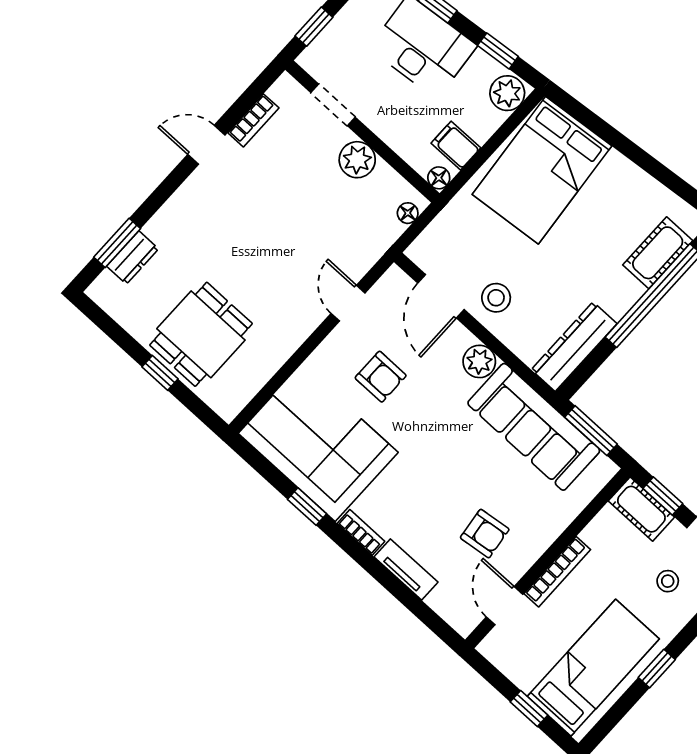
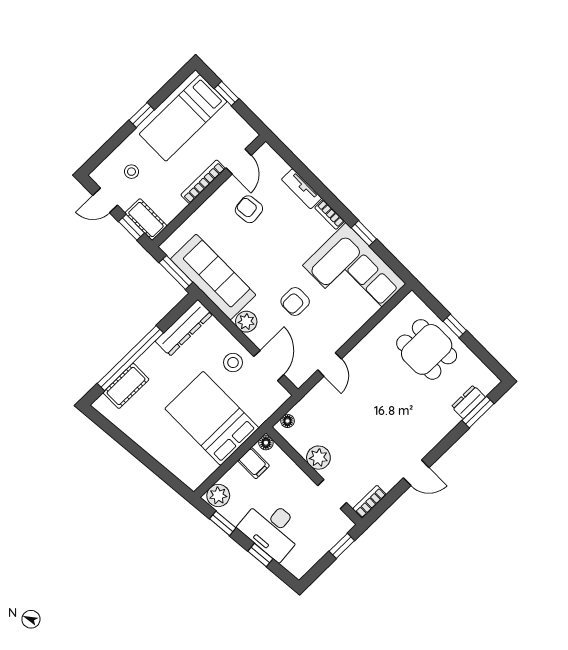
bookcase: (253, 120) -> (370, 502), moved
bed: (542, 170) -> (212, 418), moved, turned -85
dining table: (201, 334) -> (427, 349), turned 90
armchair: (381, 377) -> (295, 302), moved, turned -90

